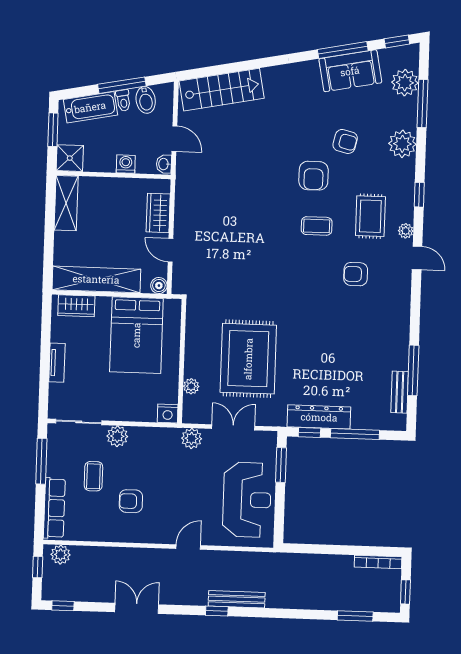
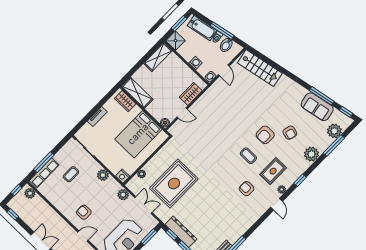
door: (171, 250) -> (182, 113), swing flipped
shelving: (96, 279) -> (137, 93), width x0.68
plant: (117, 436) -> (103, 175), moved
window: (41, 461) -> (44, 162), moved
armchair: (131, 501) -> (84, 212), moved

